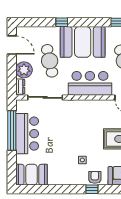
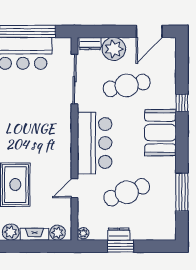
booth: (83, 42) -> (160, 133), width x0.73, depth x0.70

